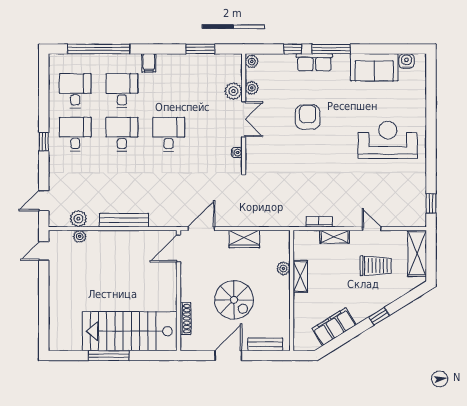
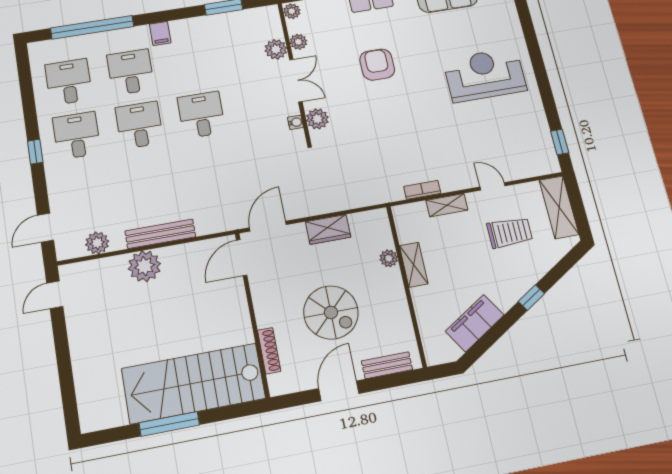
plant: (254, 153) -> (317, 119), added
plant: (80, 236) -> (144, 266), moved, width x1.87, depth x1.87

